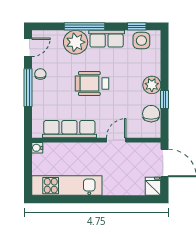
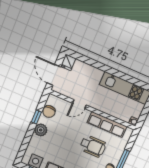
wheelchair: (92, 84) -> (93, 146), moved

